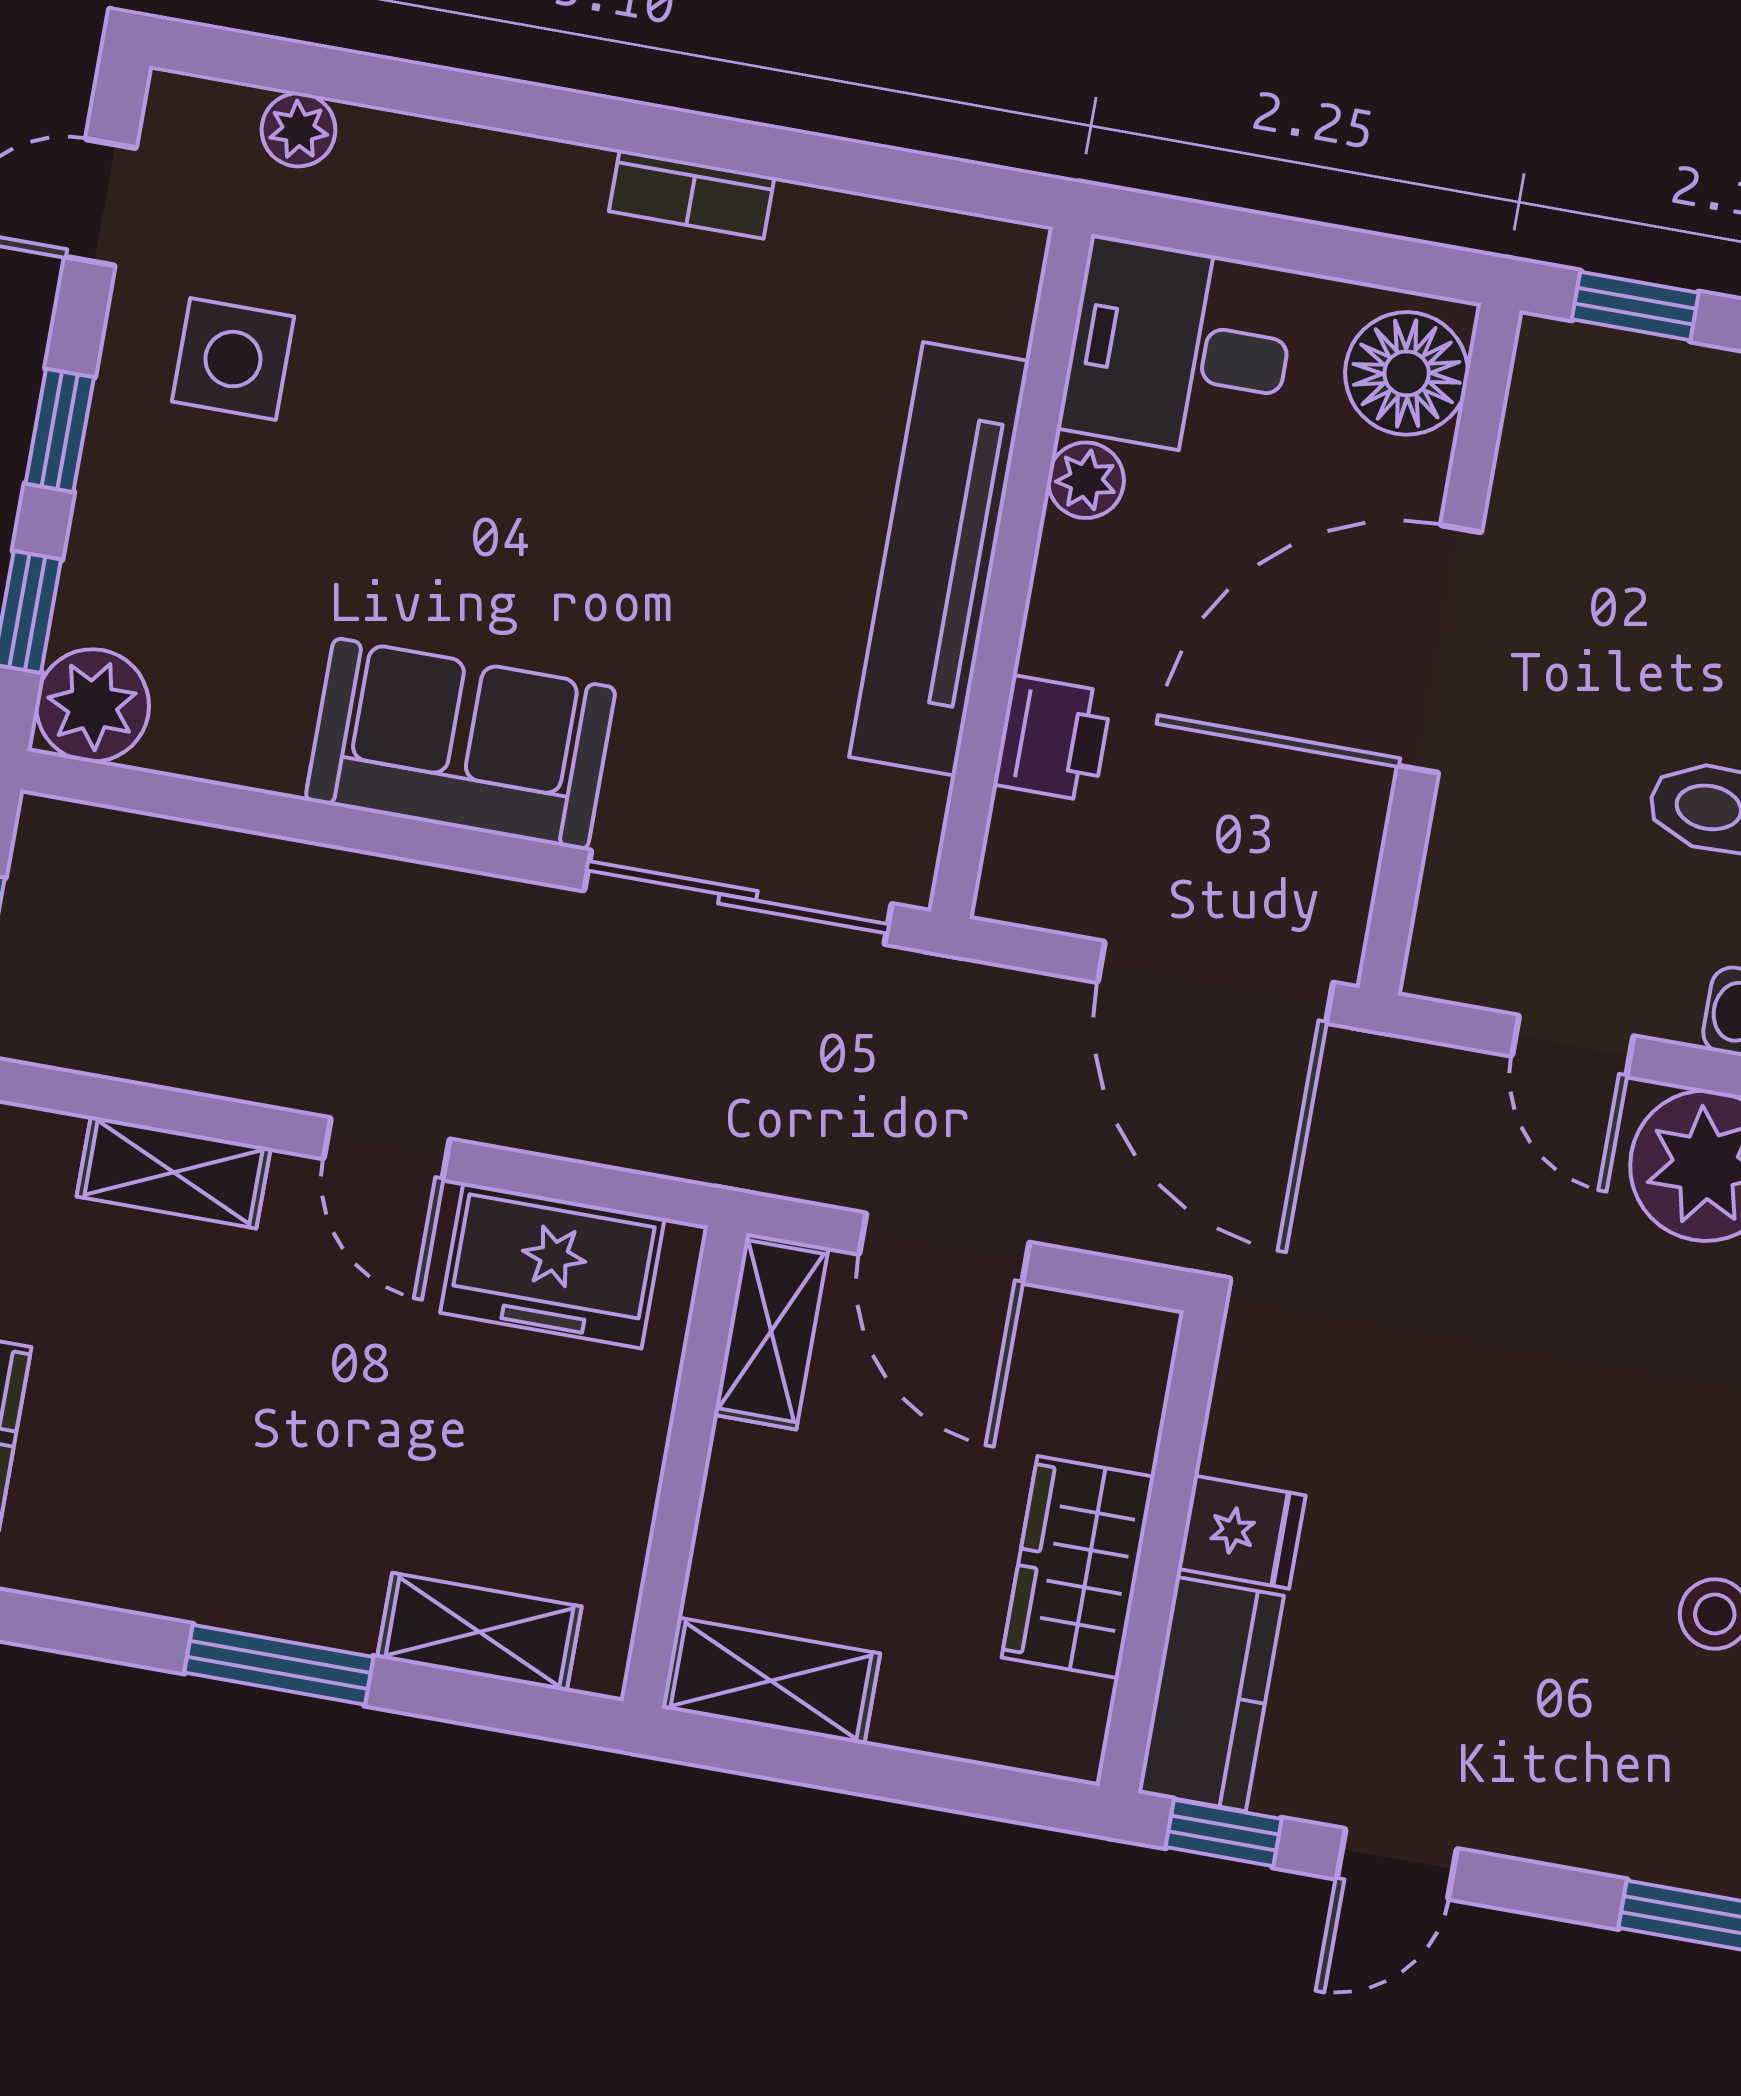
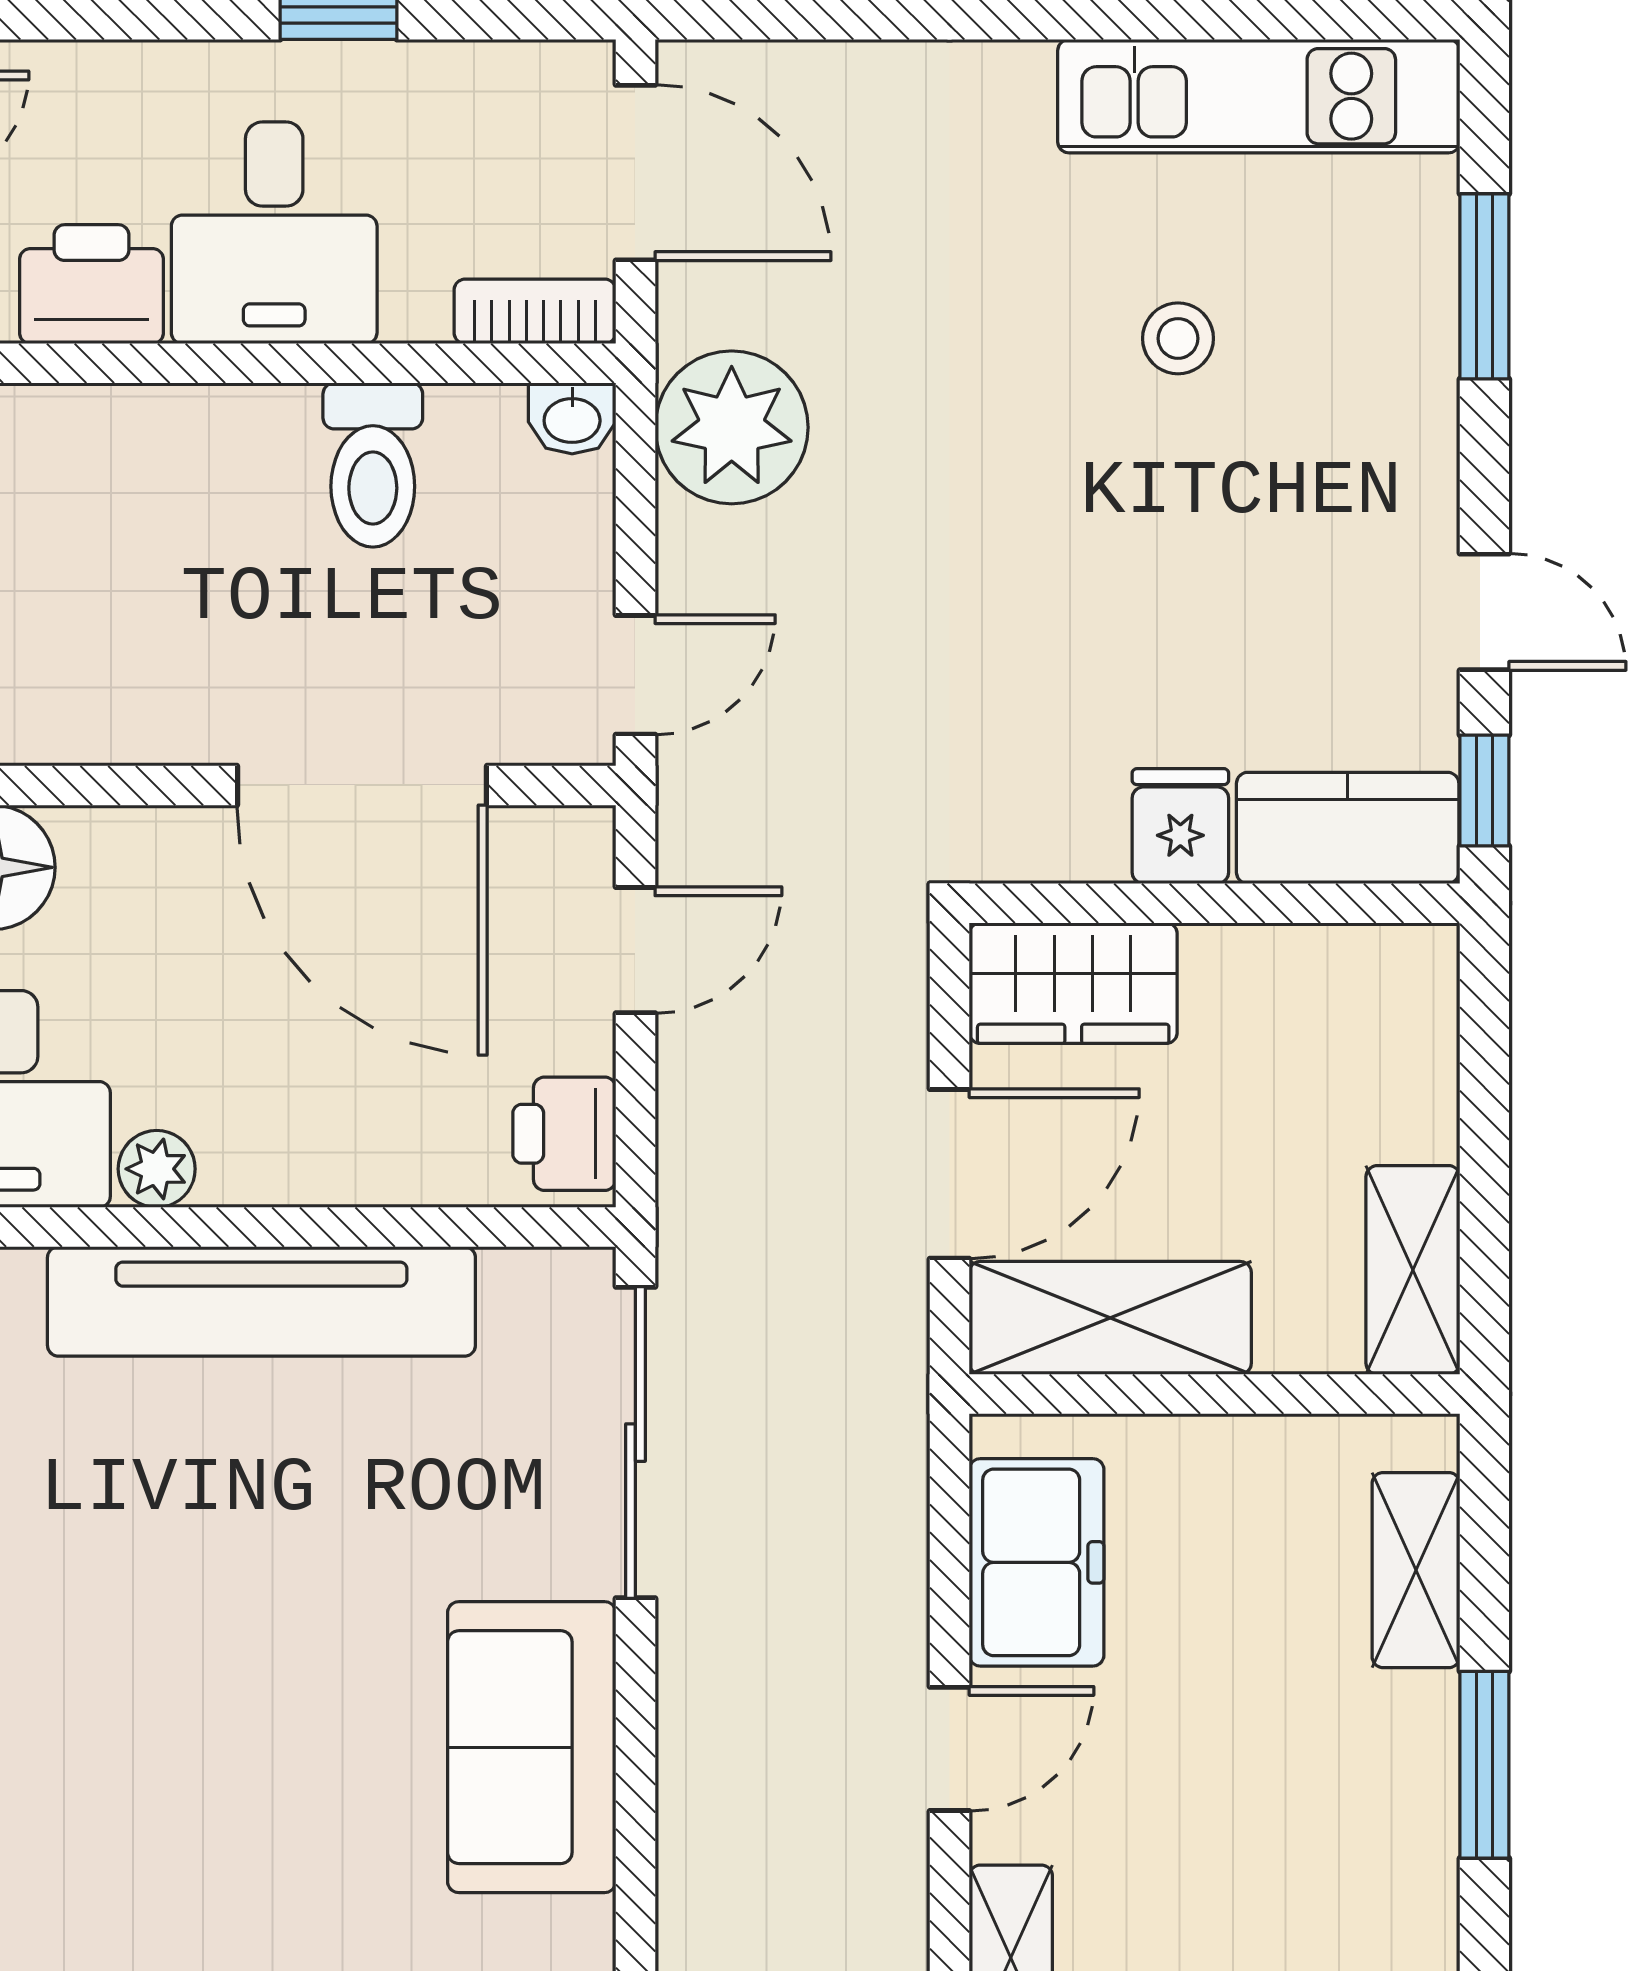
door: (1440, 649) -> (362, 785), moved
printer: (1053, 739) -> (564, 1134), moved, turned -90
door: (1215, 982) -> (635, 950), width x0.53
door: (1573, 1046) -> (635, 675), moved
shelving: (771, 1331) -> (1110, 1318), width x1.50, depth x1.33
wardrobe: (1078, 1567) -> (1073, 983), moved

